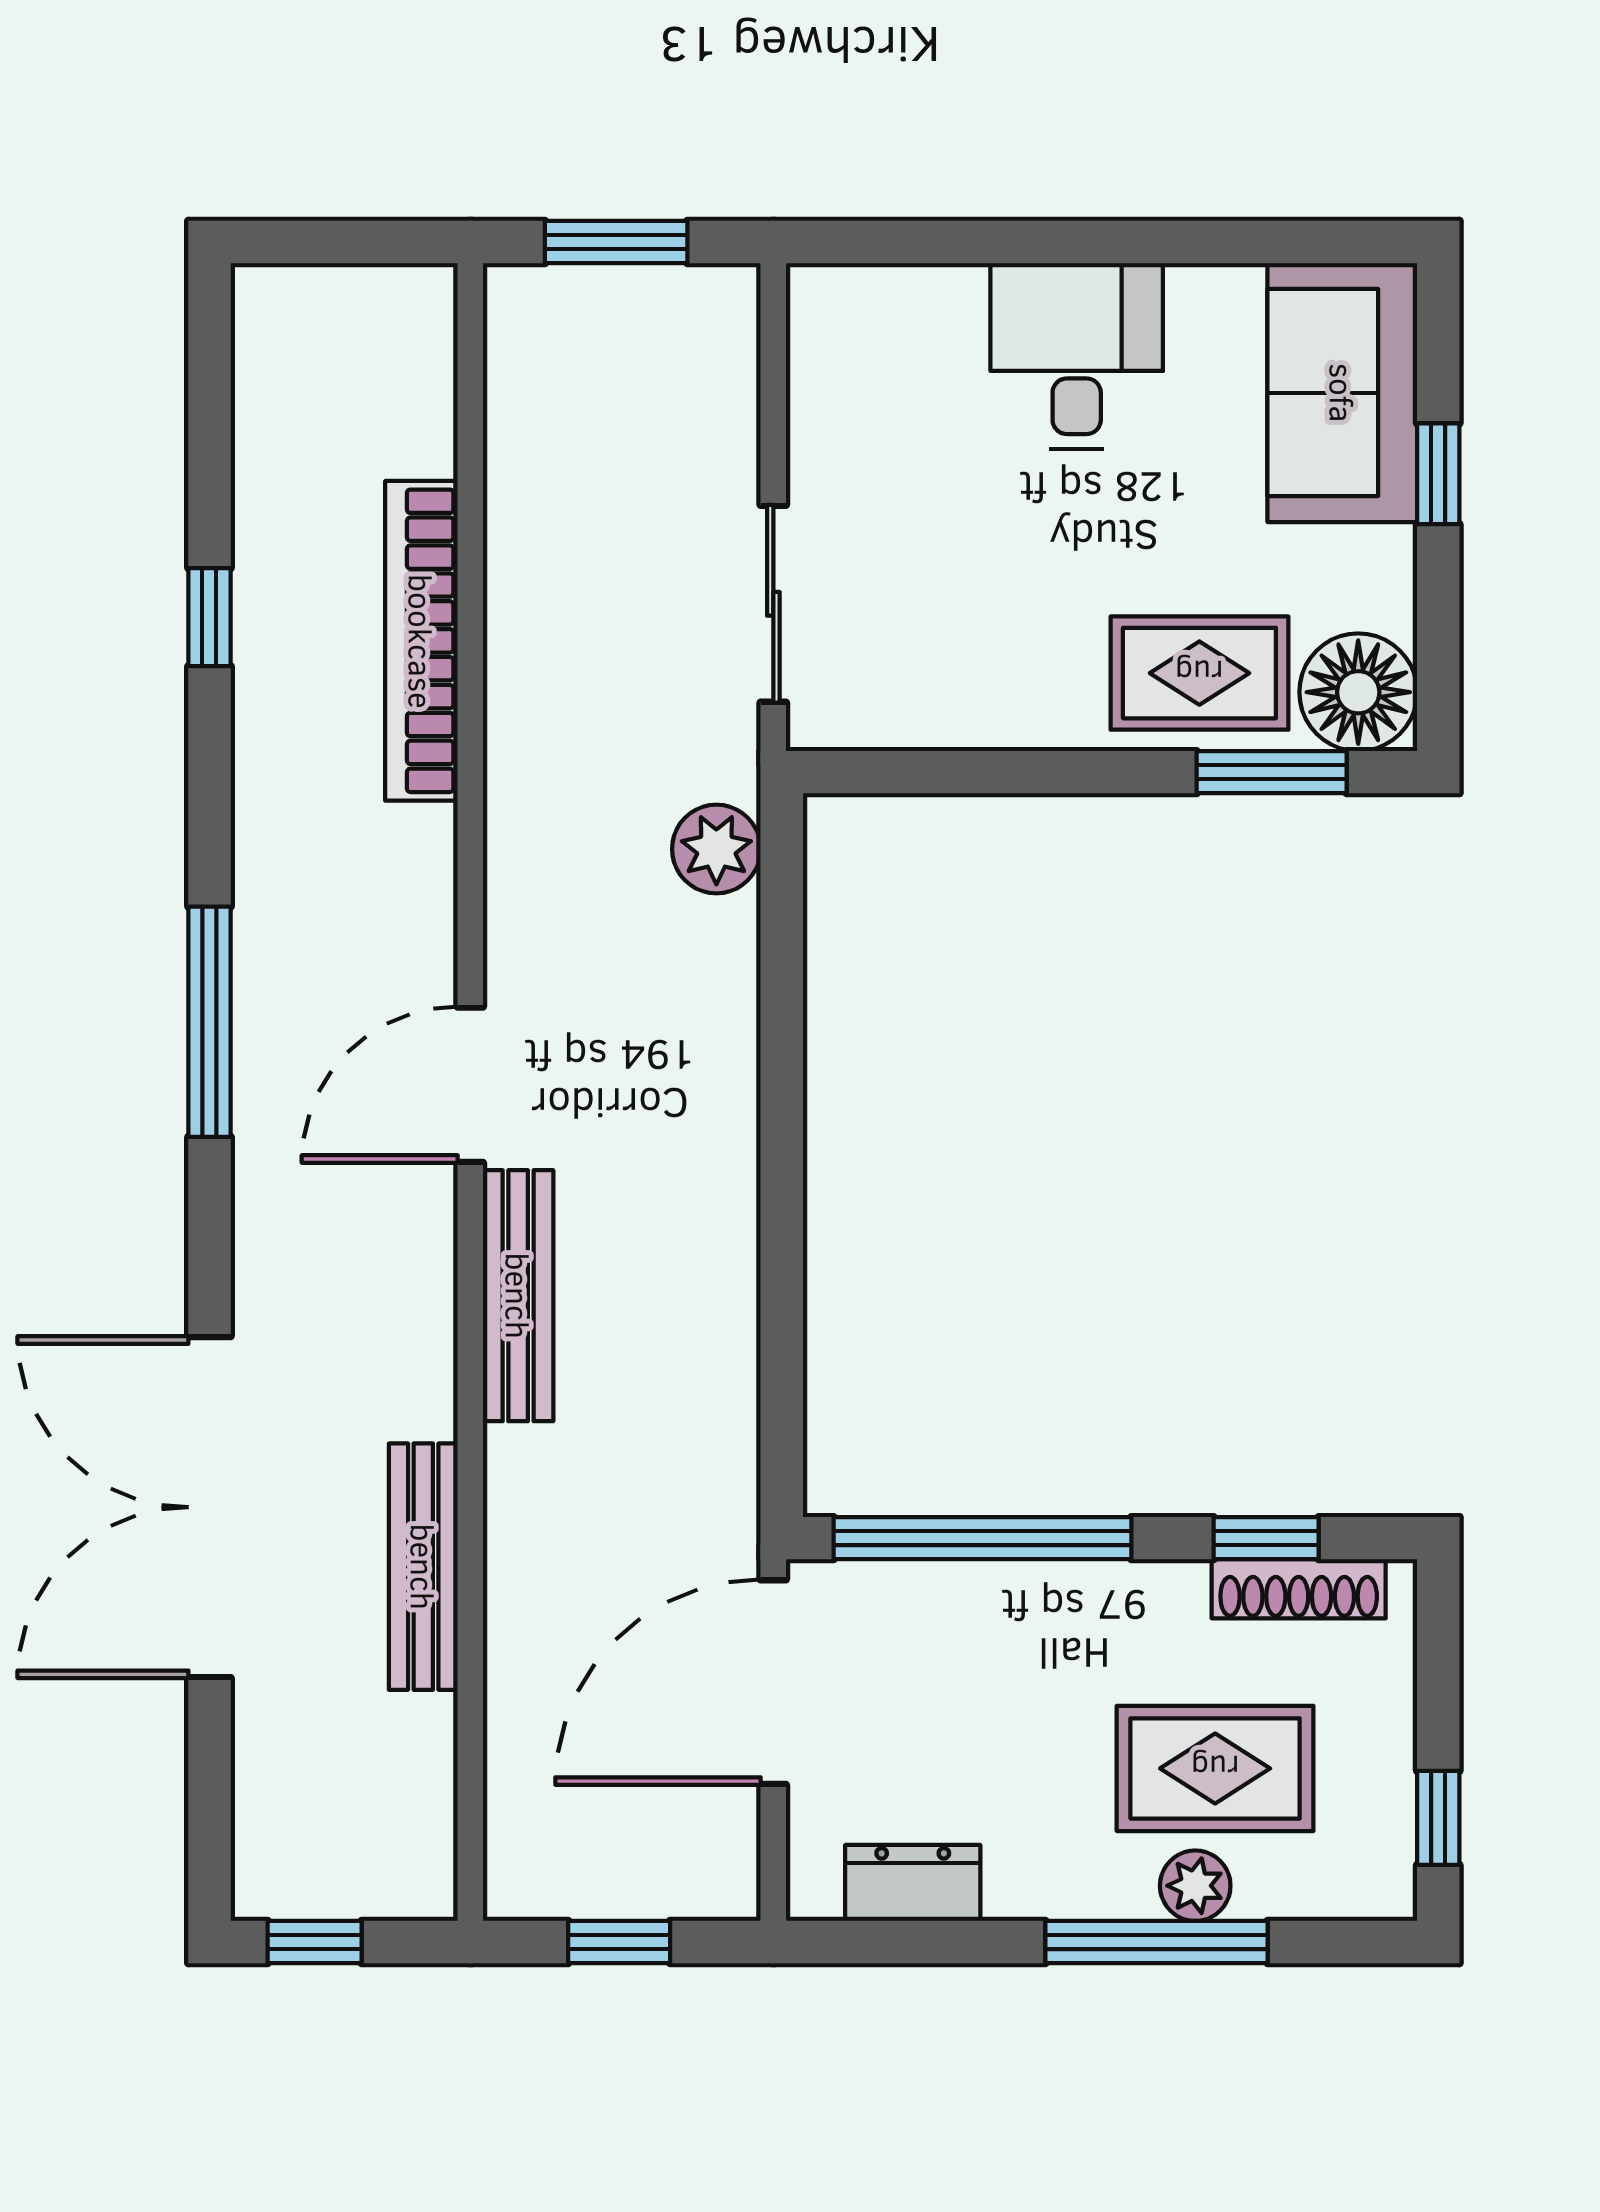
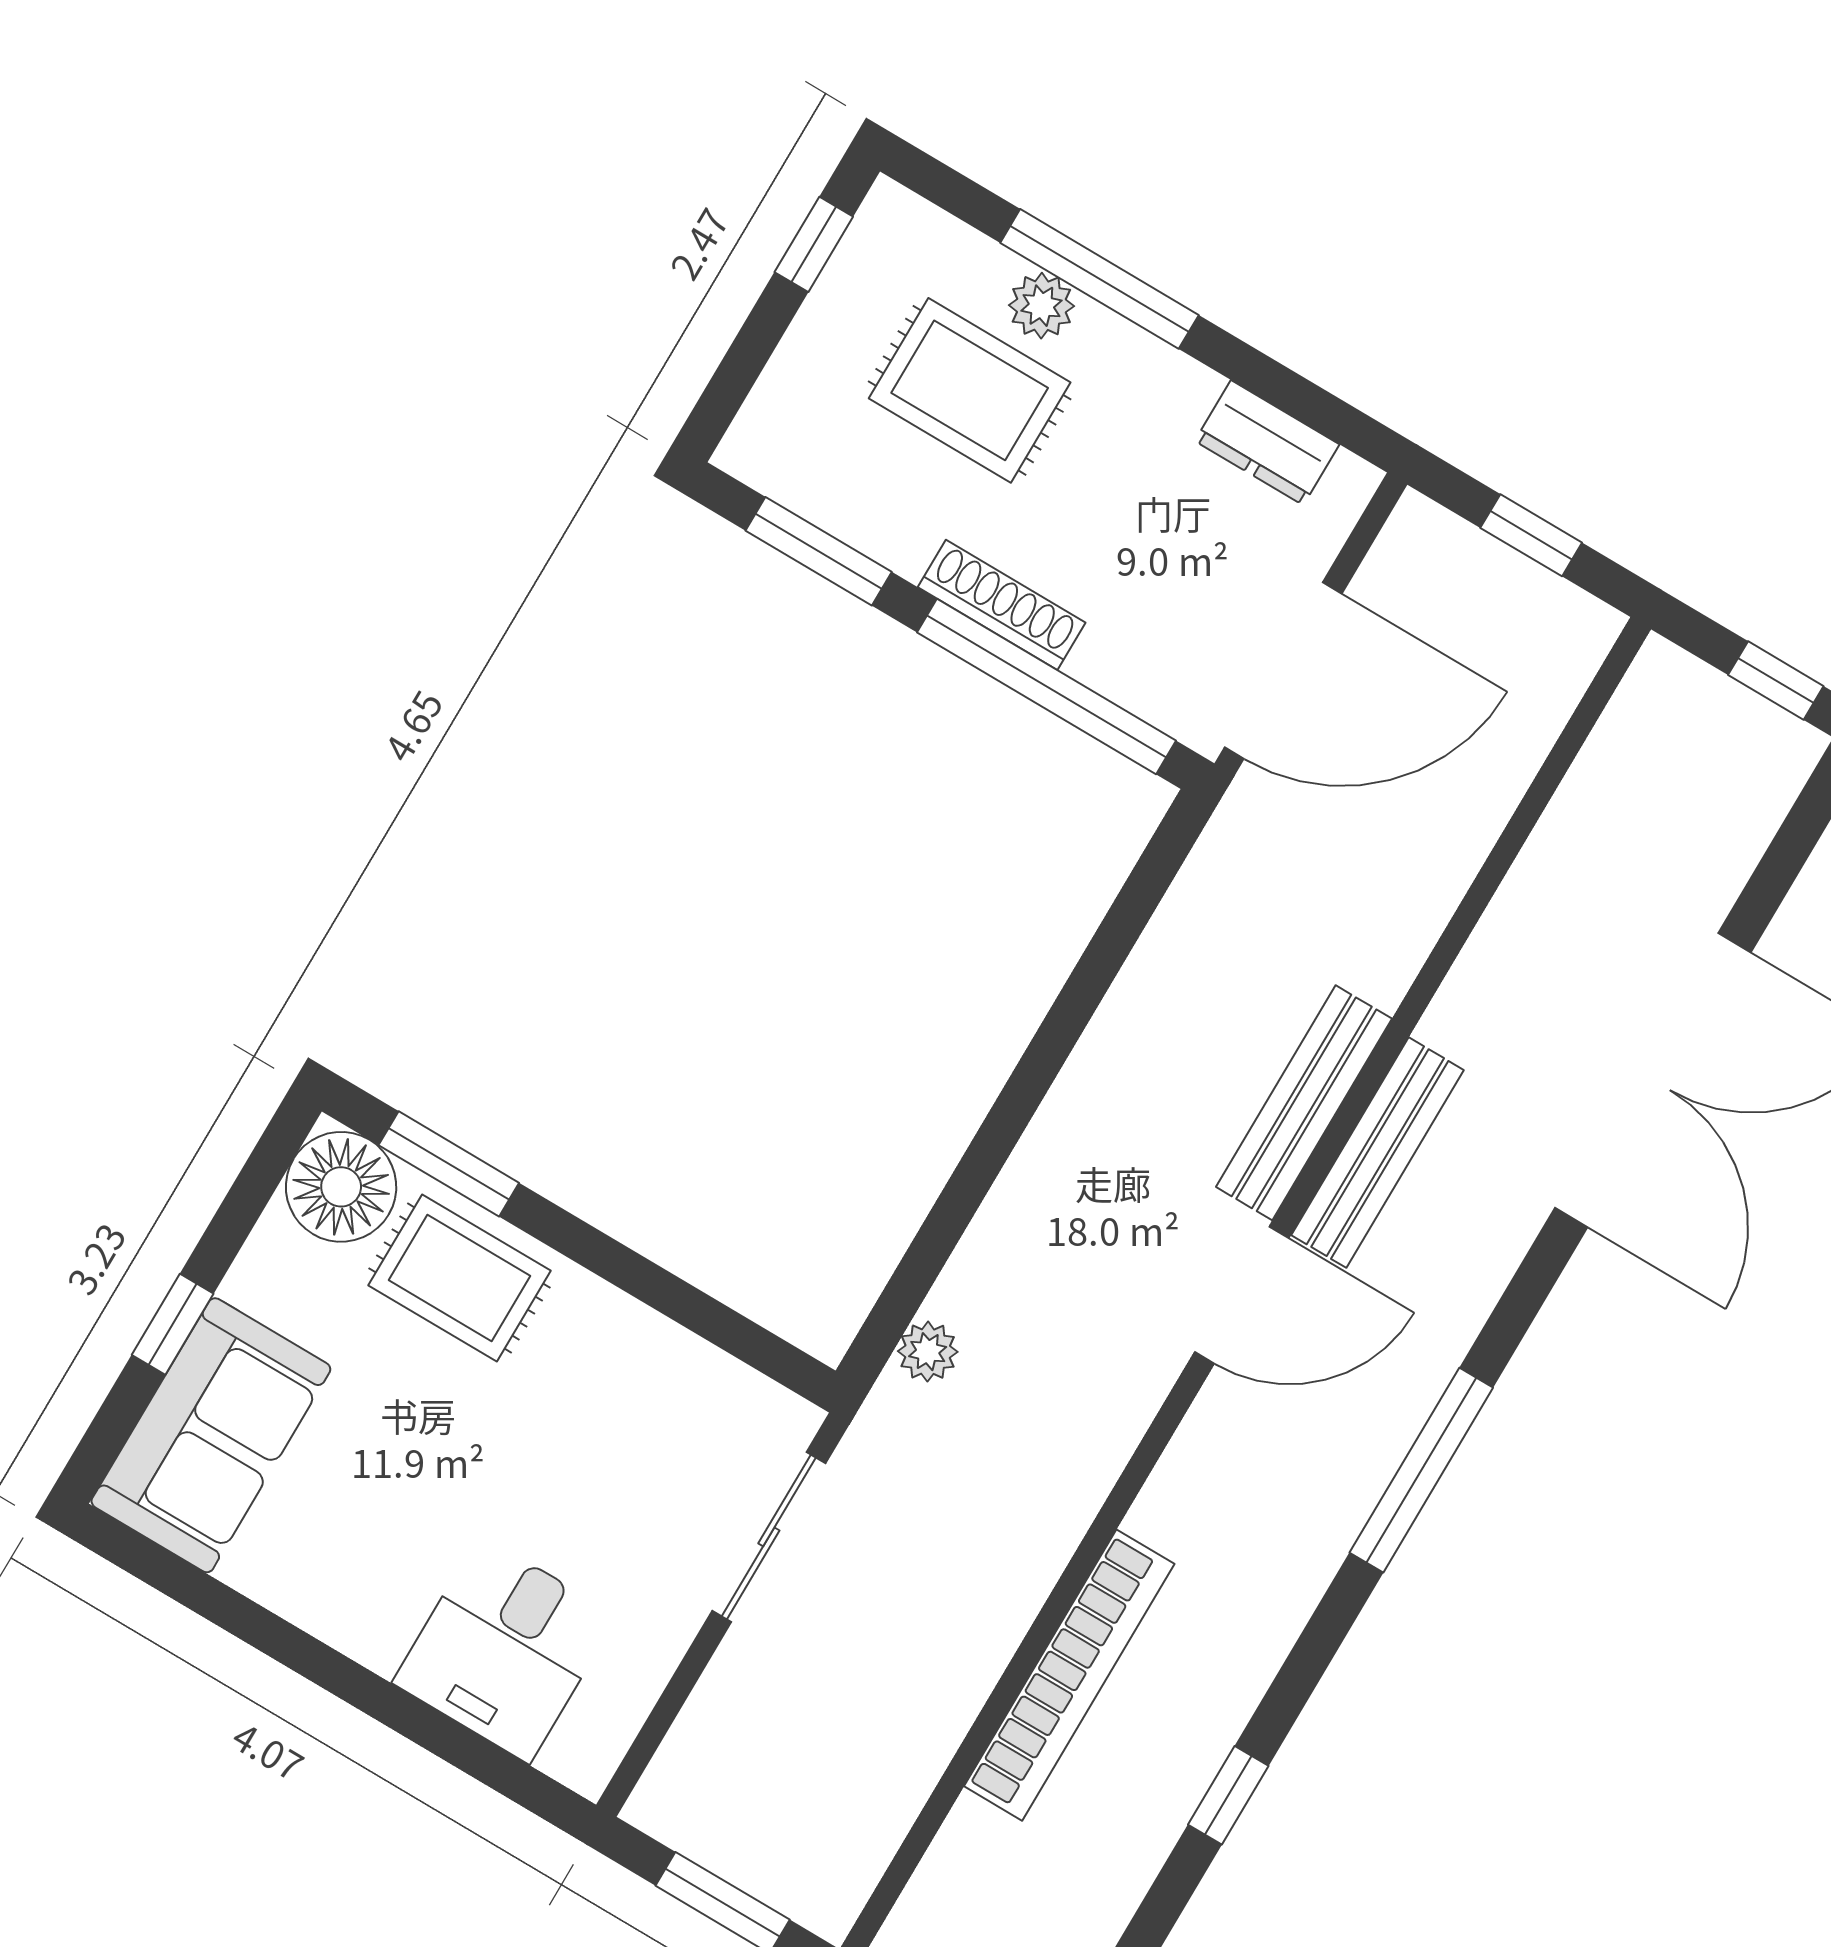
desk: (1077, 356) -> (505, 1649), moved
plant: (716, 849) -> (928, 1352), width x0.73, depth x0.73
window: (1266, 1538) -> (819, 551), width x1.50
bench: (423, 1567) -> (1378, 1153), moved
shoe rack: (1299, 1589) -> (1002, 605), moved

